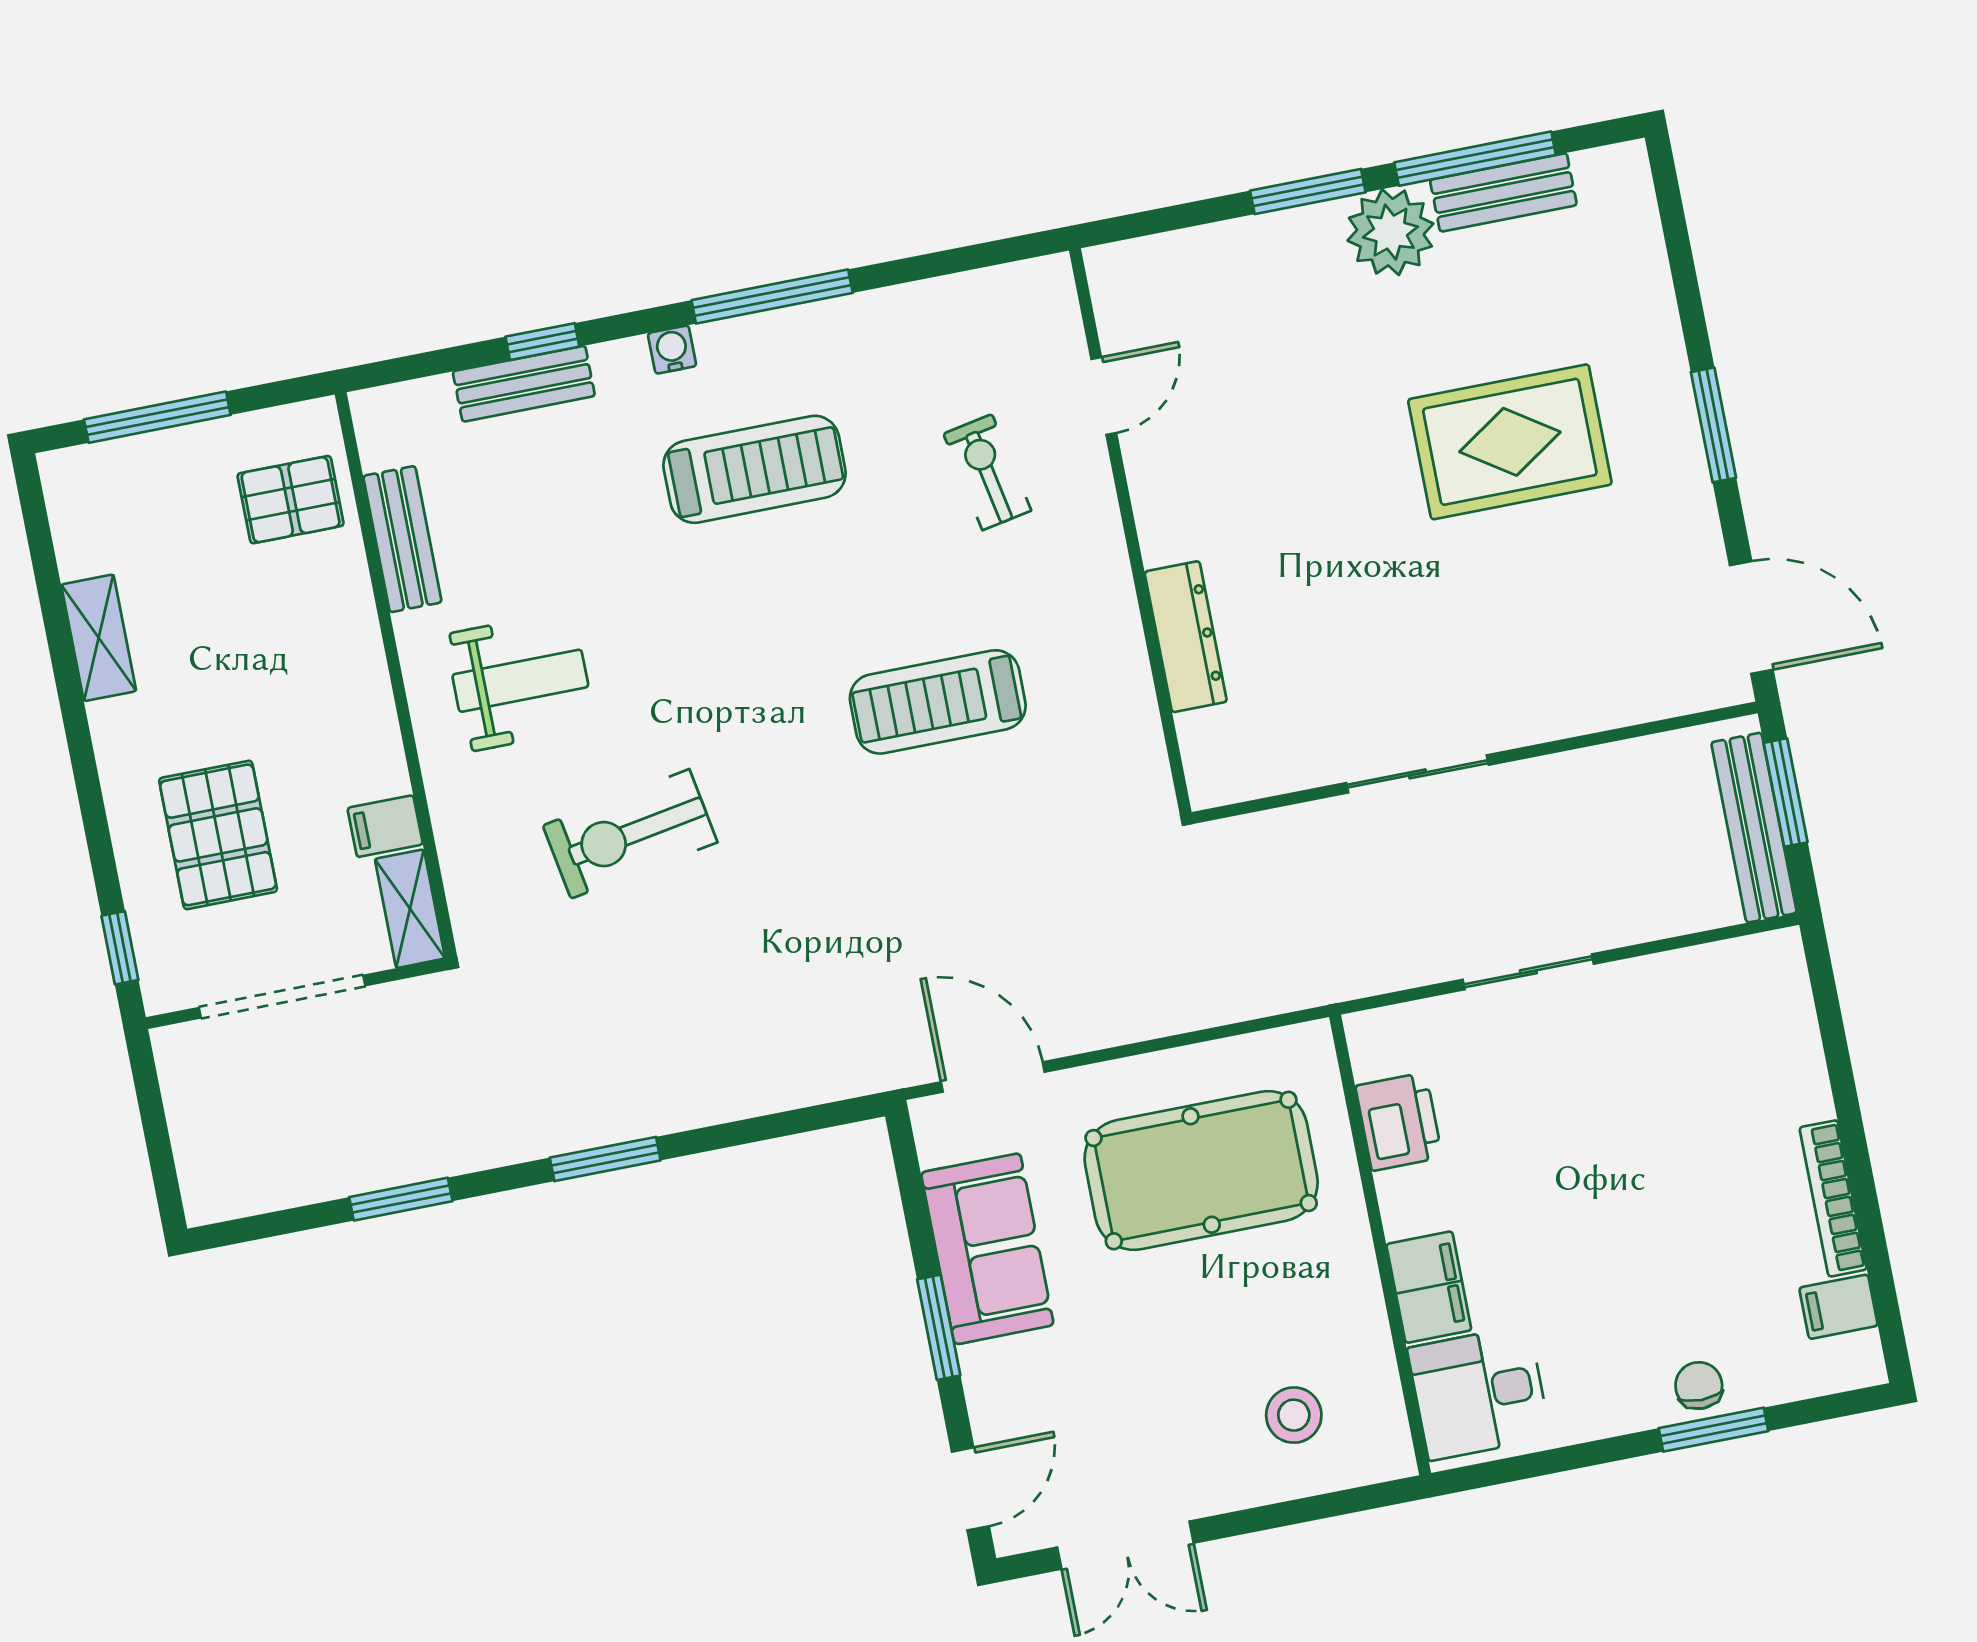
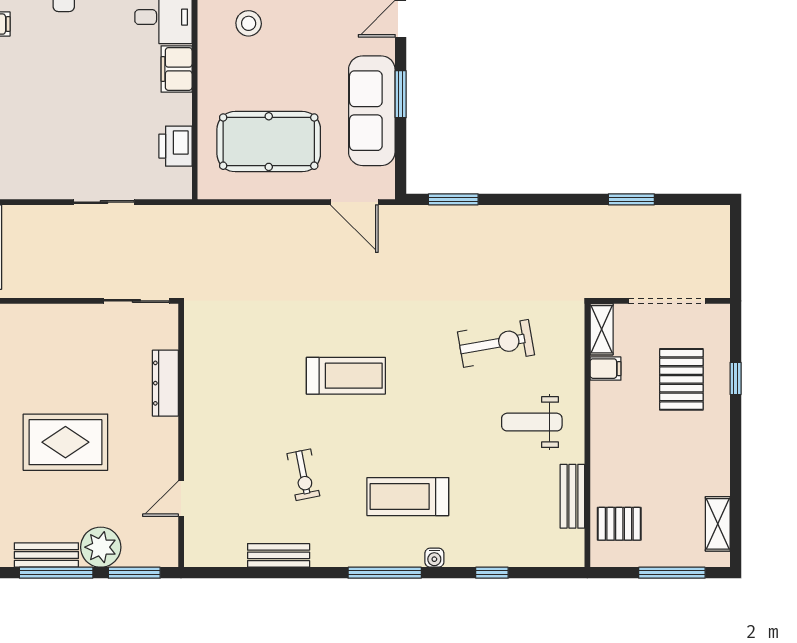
bench: (524, 384) -> (279, 555), moved
door: (1104, 396) -> (181, 499), moved
wall: (1130, 531) -> (181, 435), moved
dresser: (1186, 637) -> (165, 383), moved
shelving: (99, 638) -> (718, 524), moved
window: (120, 948) -> (736, 378), moved
window: (605, 1159) -> (453, 199), moved
sofa: (987, 1249) -> (372, 111), width x1.36

